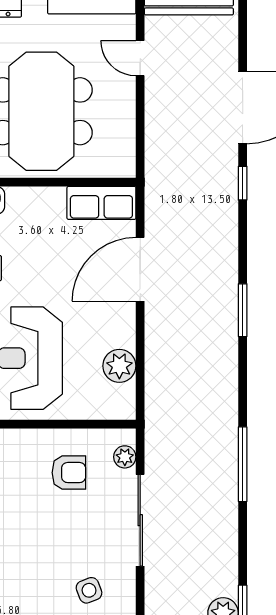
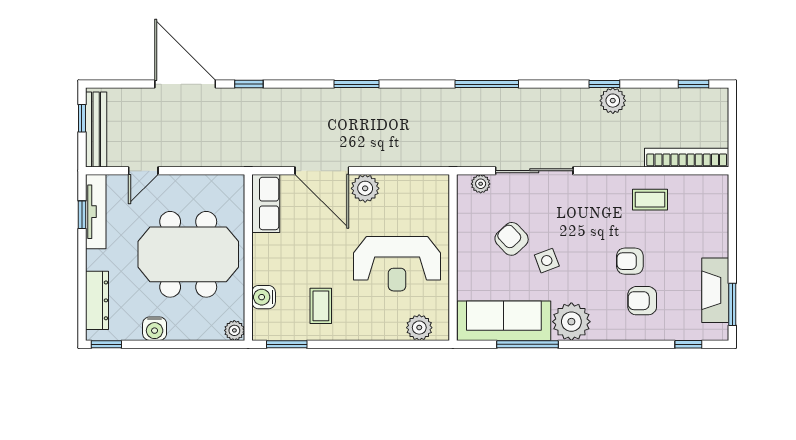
plant: (119, 366) -> (365, 188), moved
armchair: (69, 473) -> (512, 239), moved, turned -43
side table: (89, 590) -> (547, 261), moved

